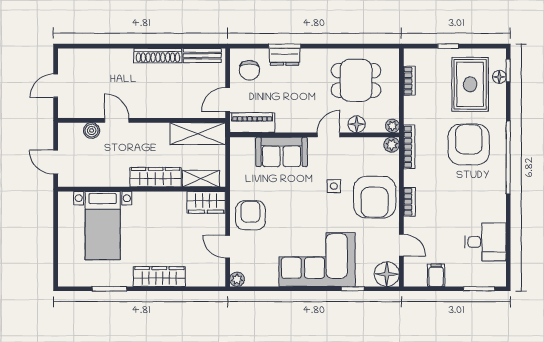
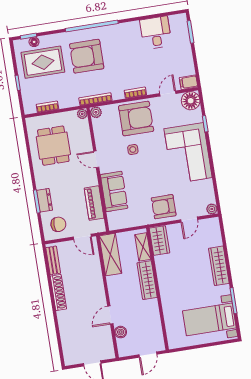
piano: (252, 123) -> (94, 203), moved
floor lamp: (357, 124) -> (85, 140), removed
bed with nightstands: (103, 226) -> (209, 319), moved, turned 180
filing cabinet: (436, 275) -> (189, 82), moved

